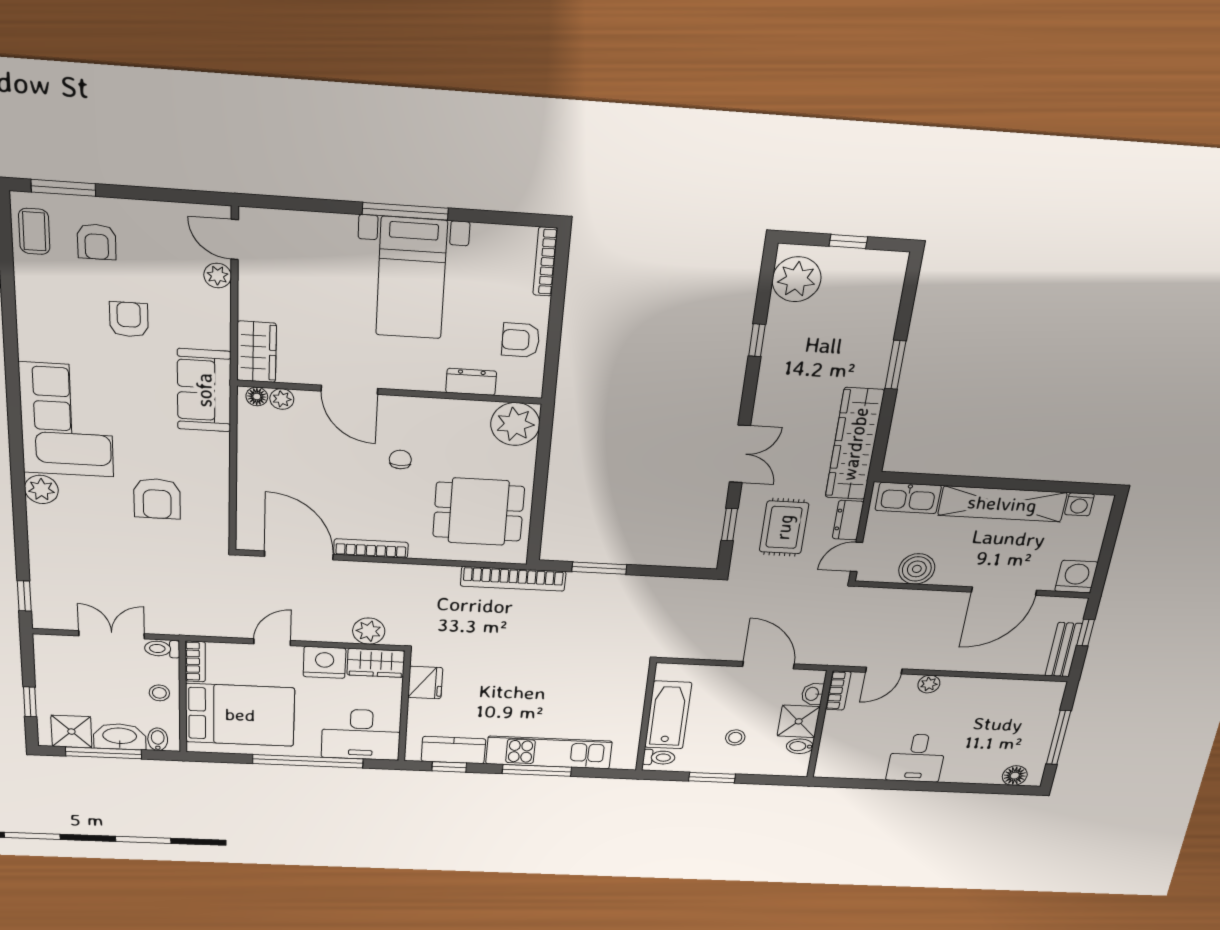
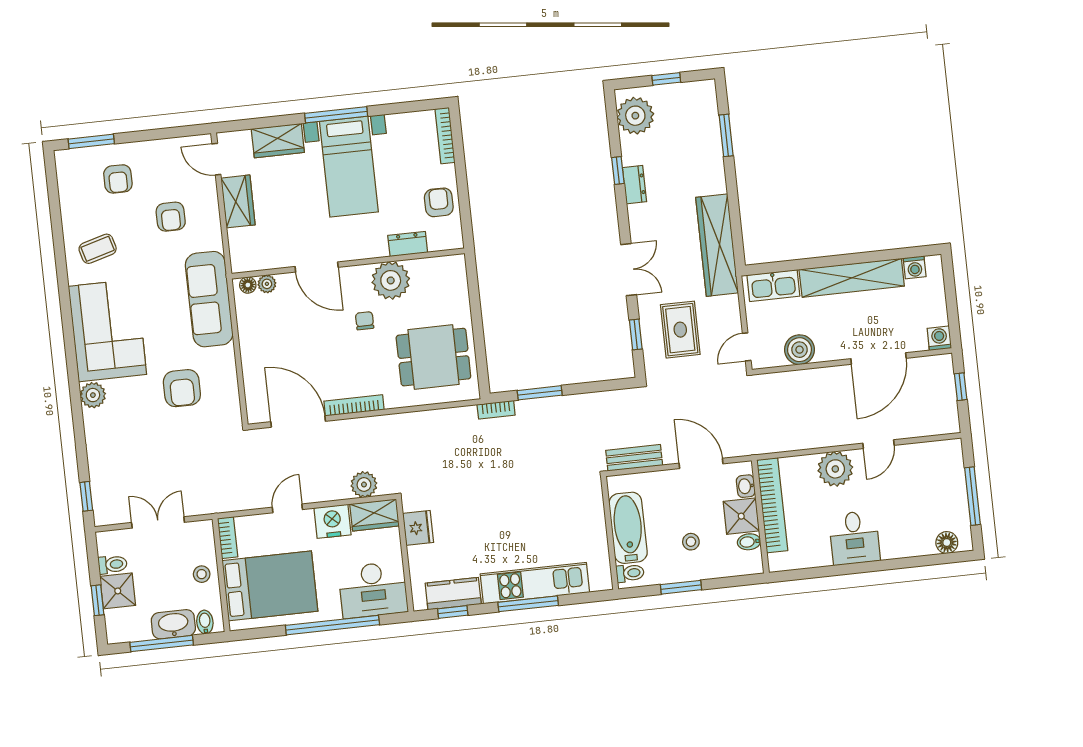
wardrobe: (321, 230) -> (278, 141), added
coffee table: (34, 231) -> (98, 249), moved, turned 74
plant: (218, 275) -> (207, 190), removed
armchair: (129, 319) -> (171, 217), moved, turned 180
armchair: (521, 340) -> (439, 202), turned 90
wardrobe: (256, 352) -> (238, 201), moved
window: (895, 365) -> (726, 135), moved
sofa: (204, 390) -> (209, 299), width x1.36
plant: (515, 424) -> (391, 280), moved
dresser: (848, 520) -> (635, 185), moved, turned 180
washing machine: (1076, 577) -> (939, 338), width x0.73, depth x0.73
bookcase: (513, 579) -> (496, 410), width x0.43, depth x0.76
toilet: (162, 649) -> (113, 564), moved, turned 180
bench: (1064, 650) -> (634, 458), moved, turned 90
door: (884, 671) -> (878, 444), moved
plant: (929, 684) -> (835, 469), width x1.87, depth x1.87
bookcase: (838, 690) -> (772, 505), width x2.31, depth x1.31
shower: (71, 732) -> (118, 591), moved

